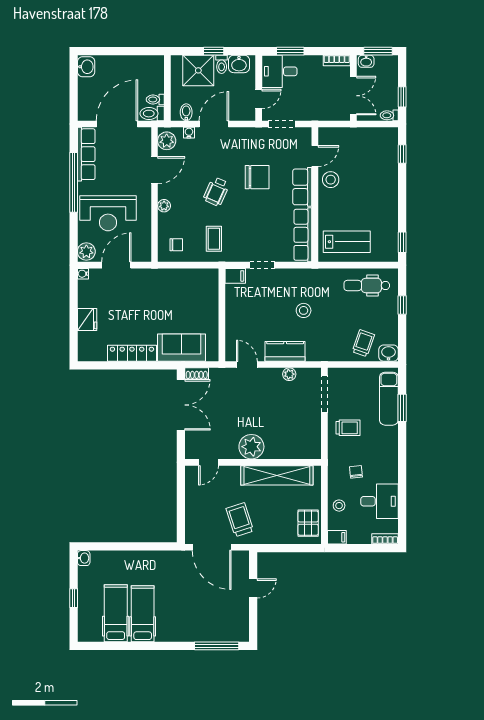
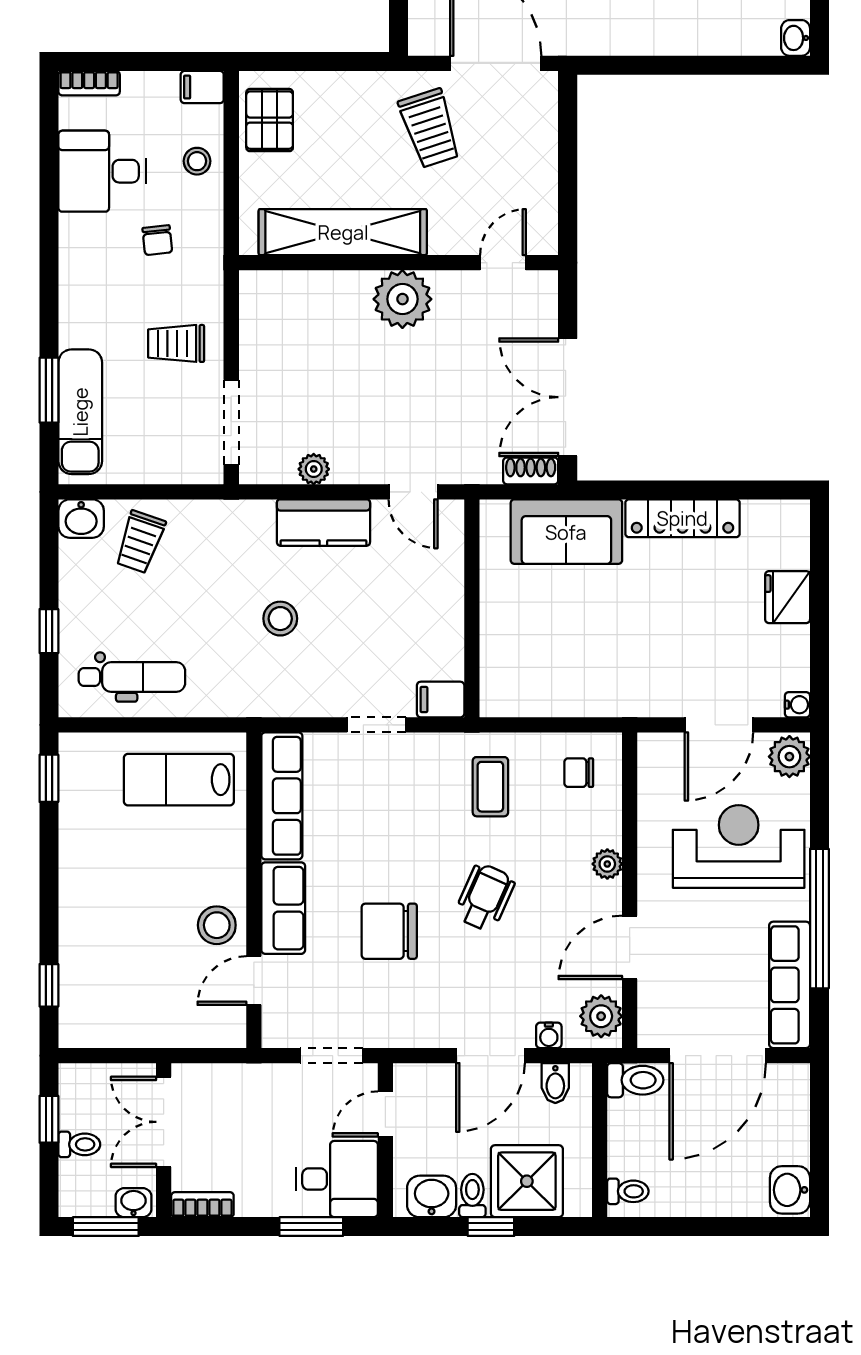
toilet: (155, 99) -> (628, 1191), moved
toilet: (389, 115) -> (79, 1144), moved

